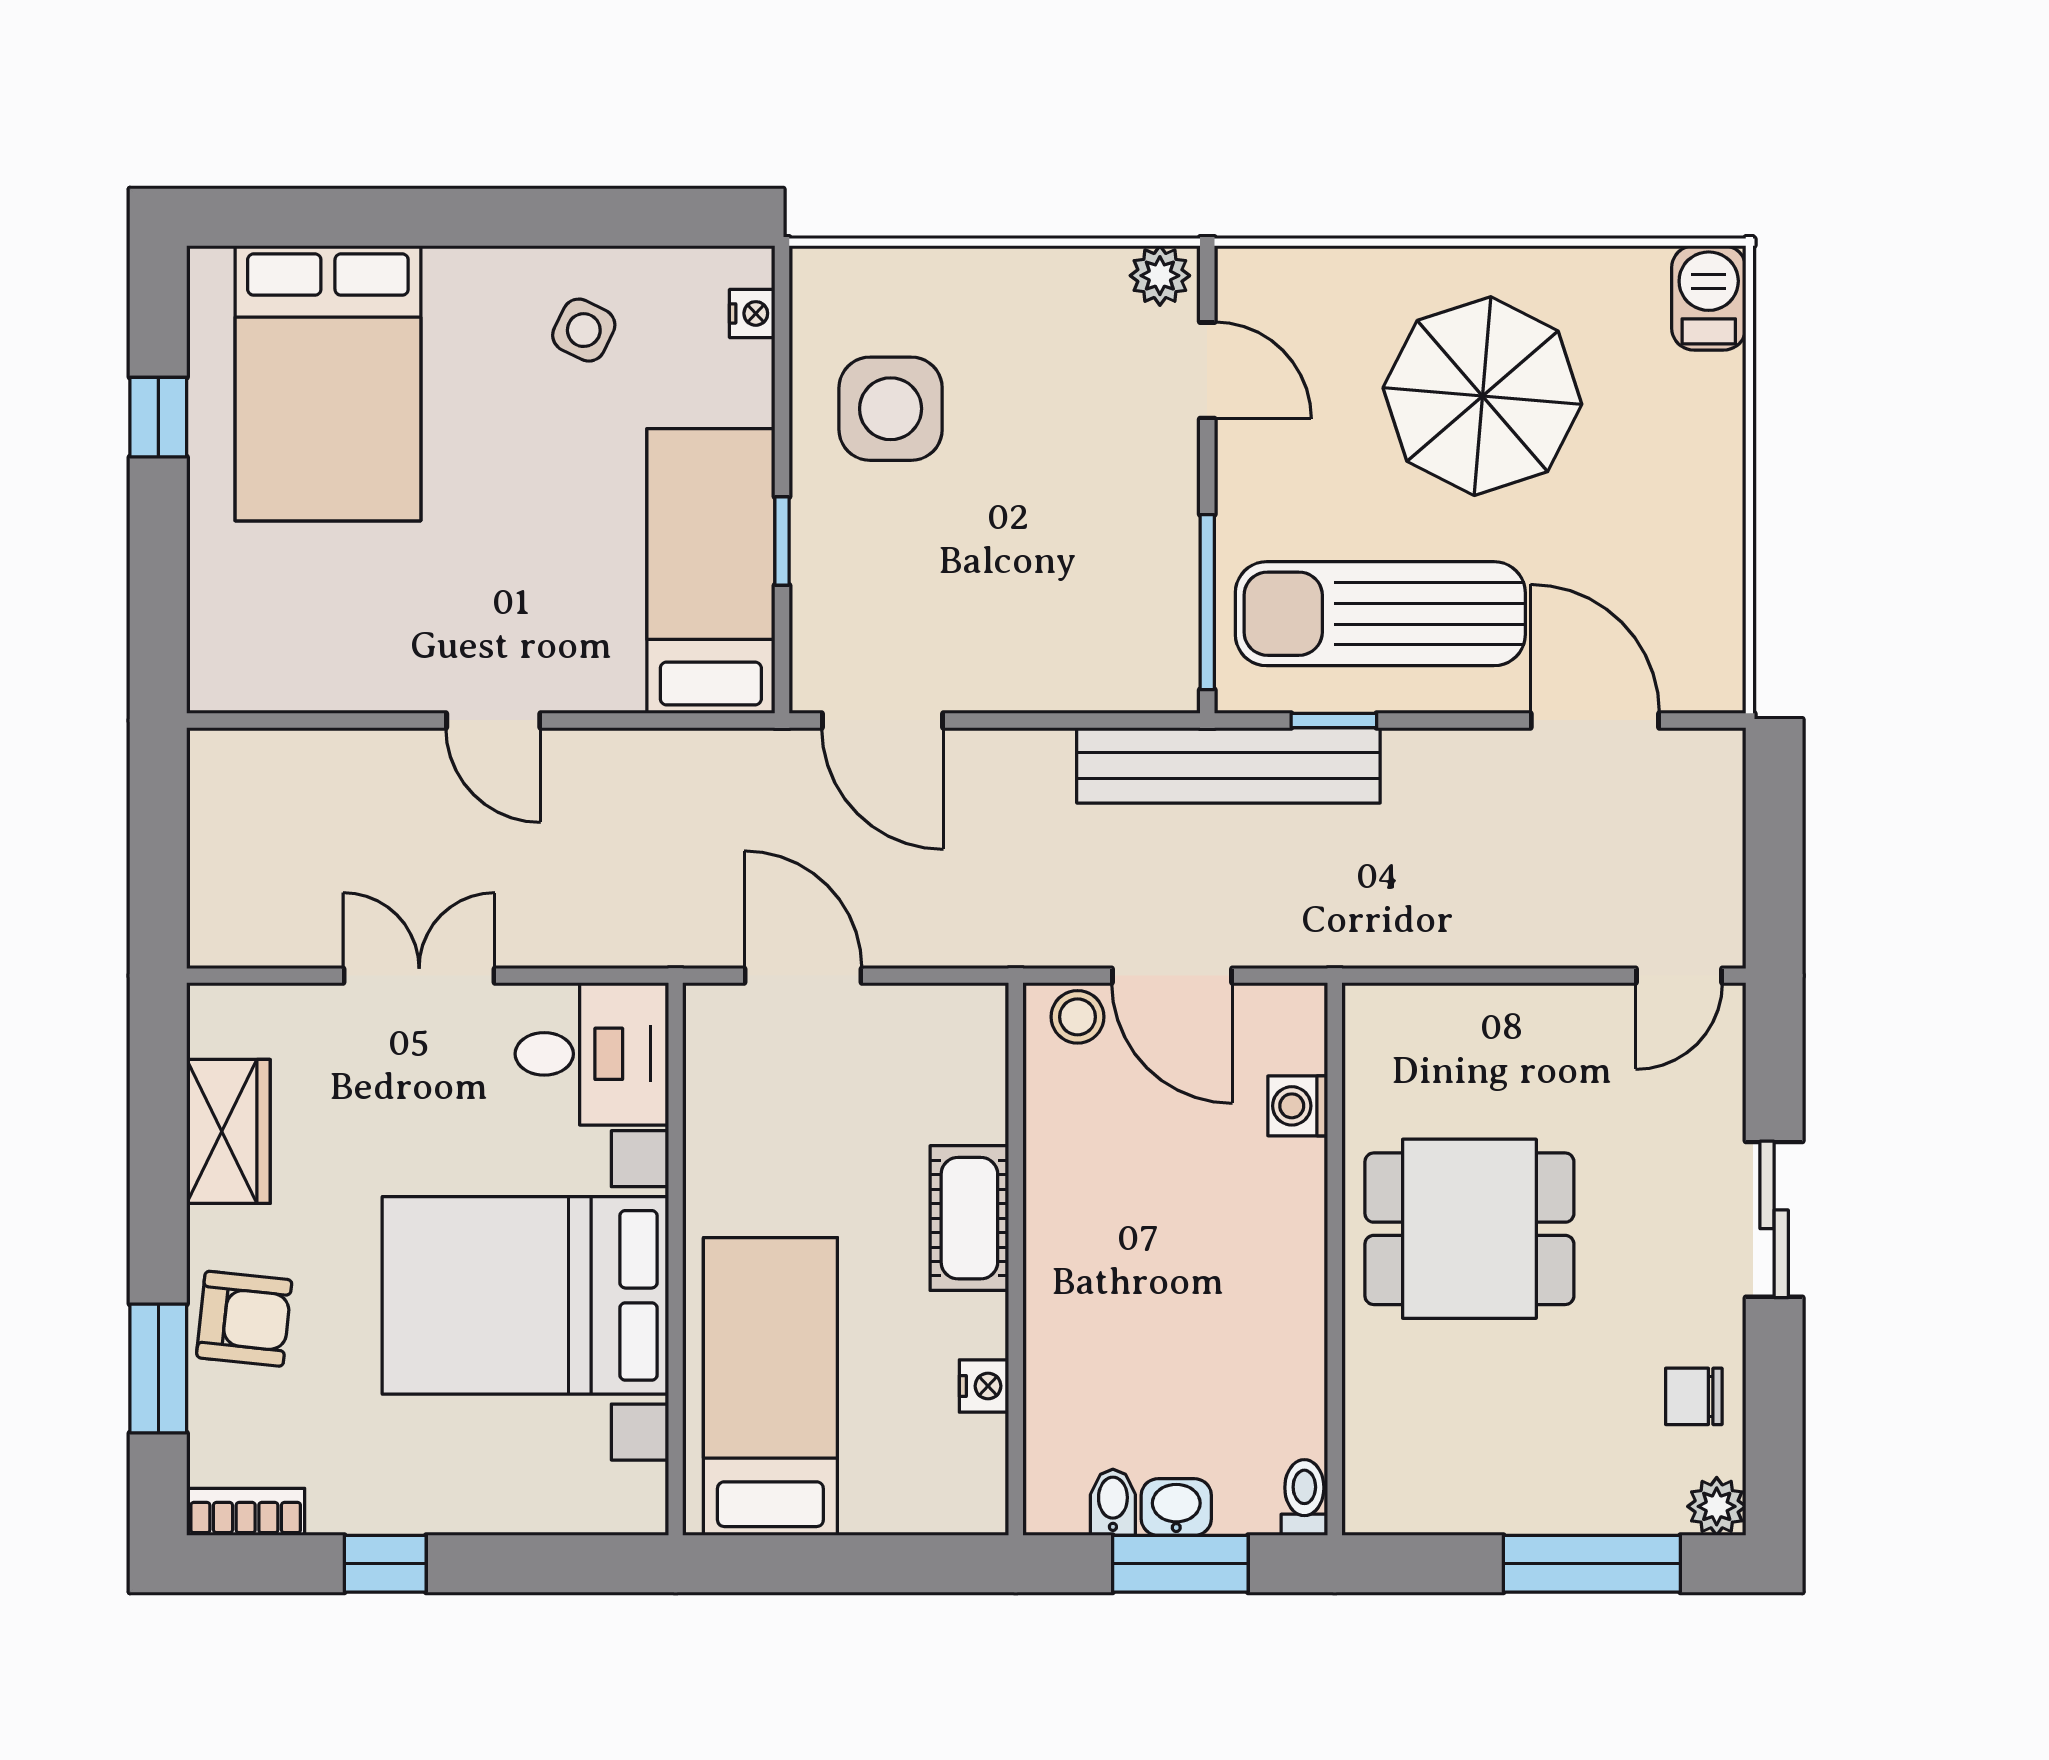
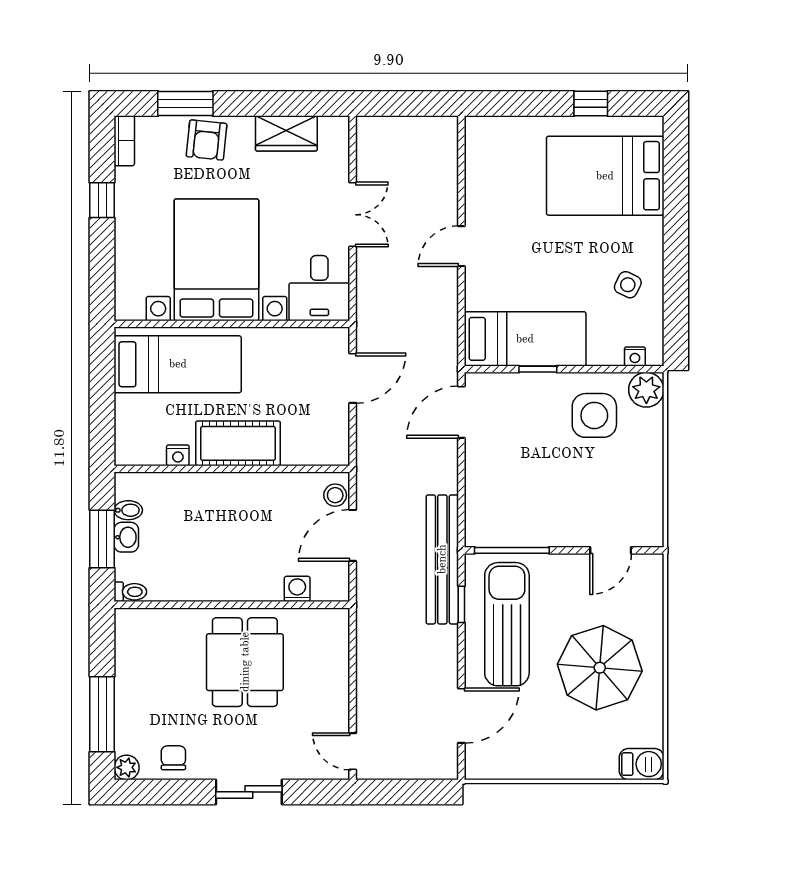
plant: (1160, 276) -> (646, 390), moved, width x1.38, depth x1.38
cot: (969, 1218) -> (238, 443), width x1.37, depth x1.34

